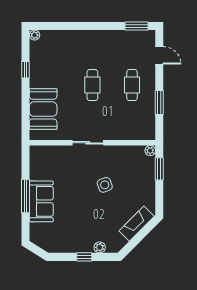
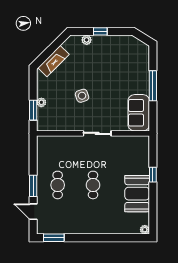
window: (26, 70) -> (153, 175), moved
window: (159, 103) -> (33, 186), moved
booth: (43, 109) -> (137, 194), moved
plant: (150, 151) -> (41, 102), moved
sofa: (41, 201) -> (139, 113), moved

